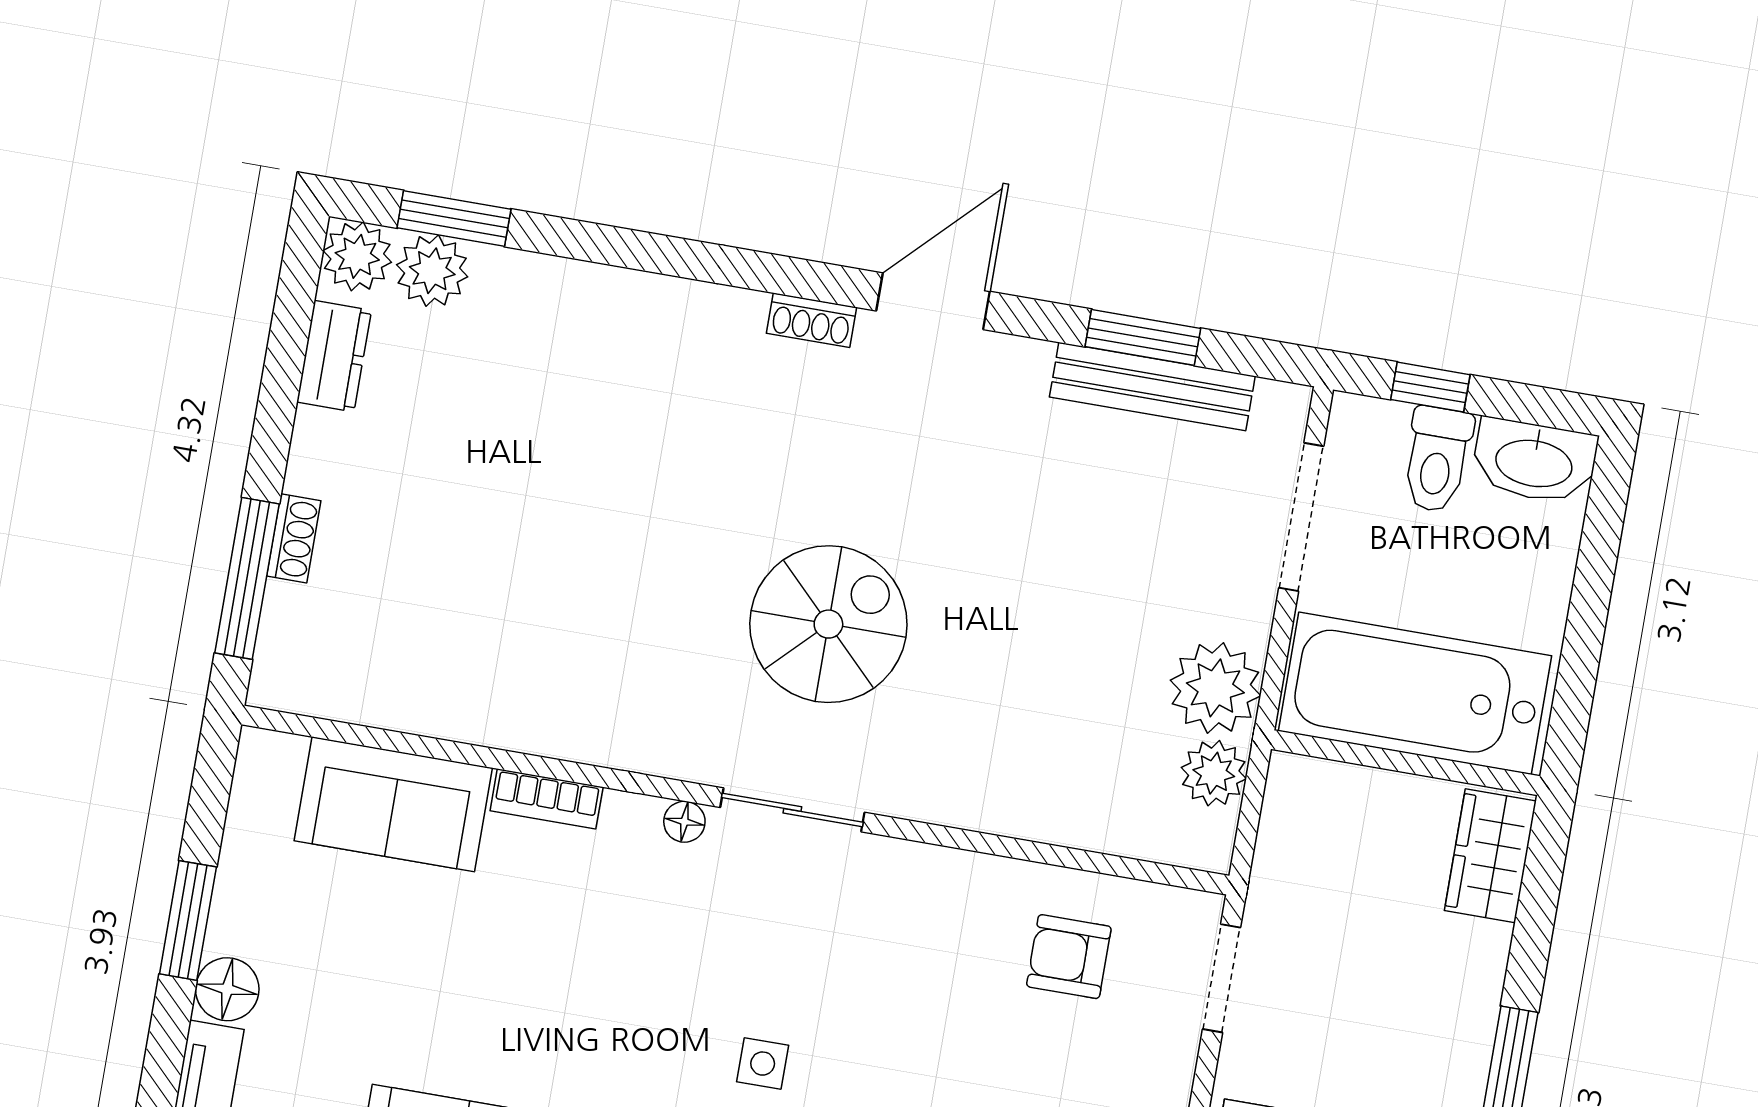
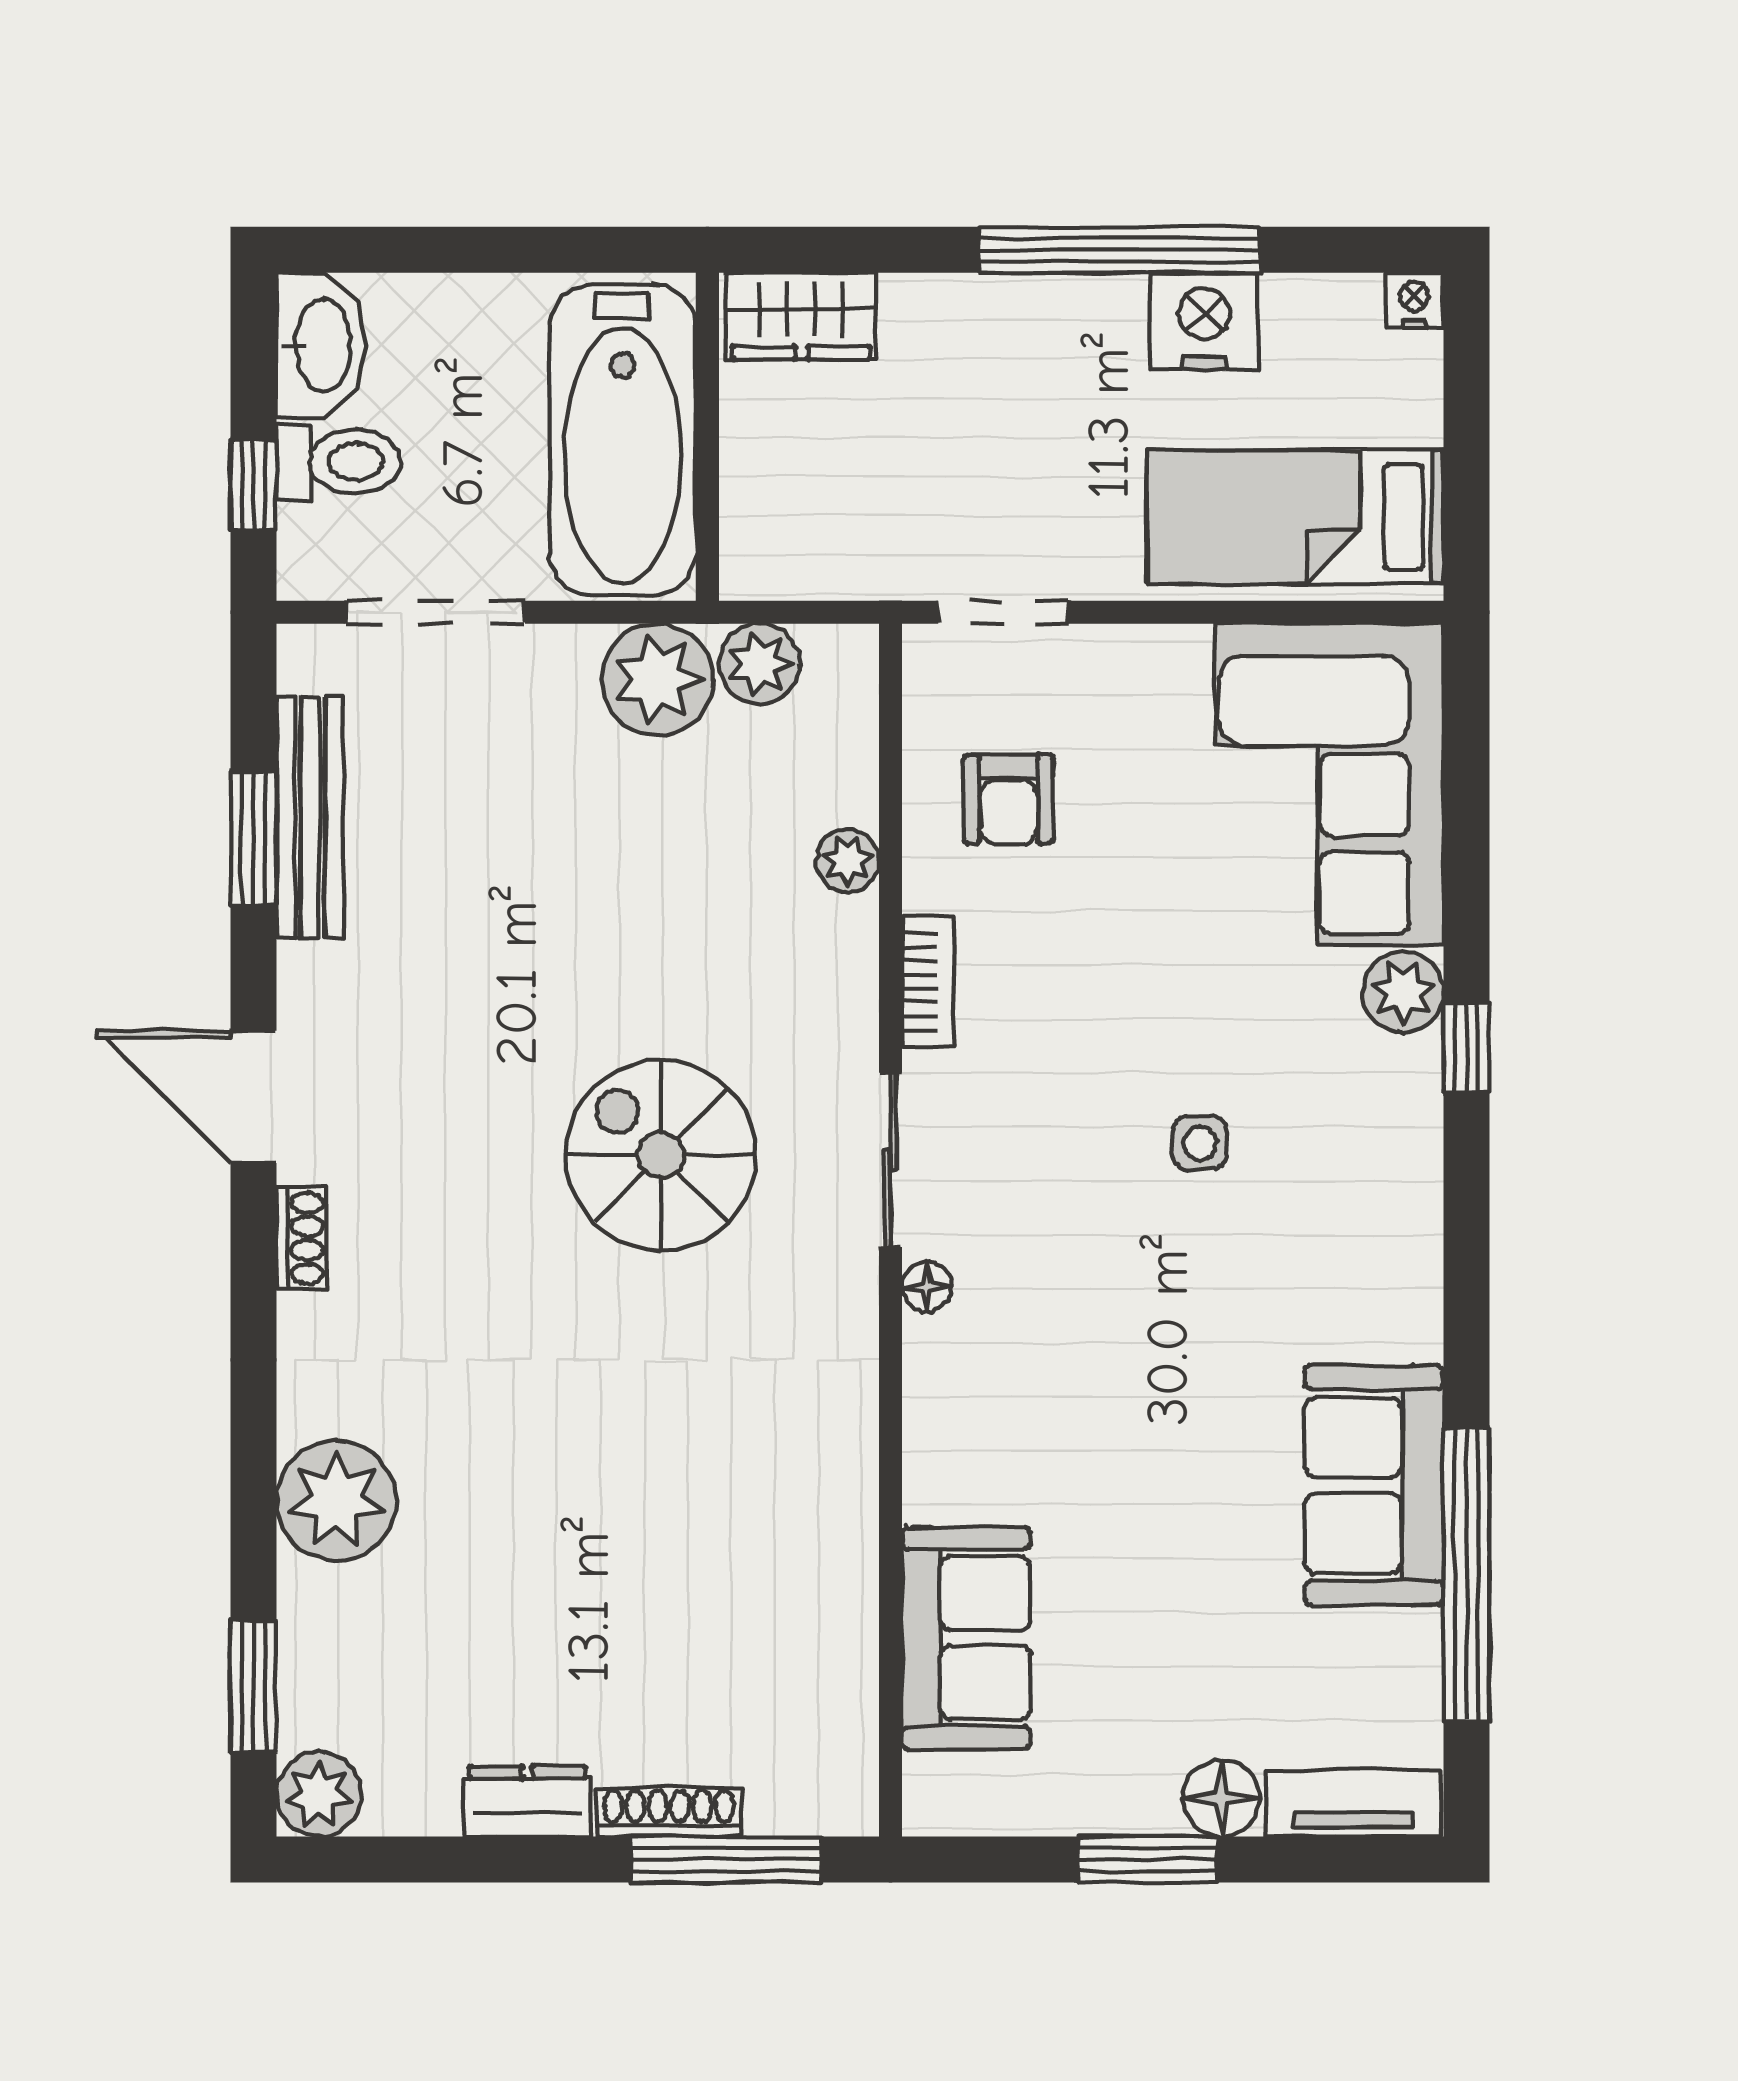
plant: (432, 271) -> (336, 1501), moved, width x1.36, depth x1.36
dresser: (334, 356) -> (527, 1801), moved
shoe rack: (294, 538) -> (669, 1812), width x1.43
bookcase: (547, 799) -> (928, 982), moved
plant: (1041, 817) -> (848, 861), added

